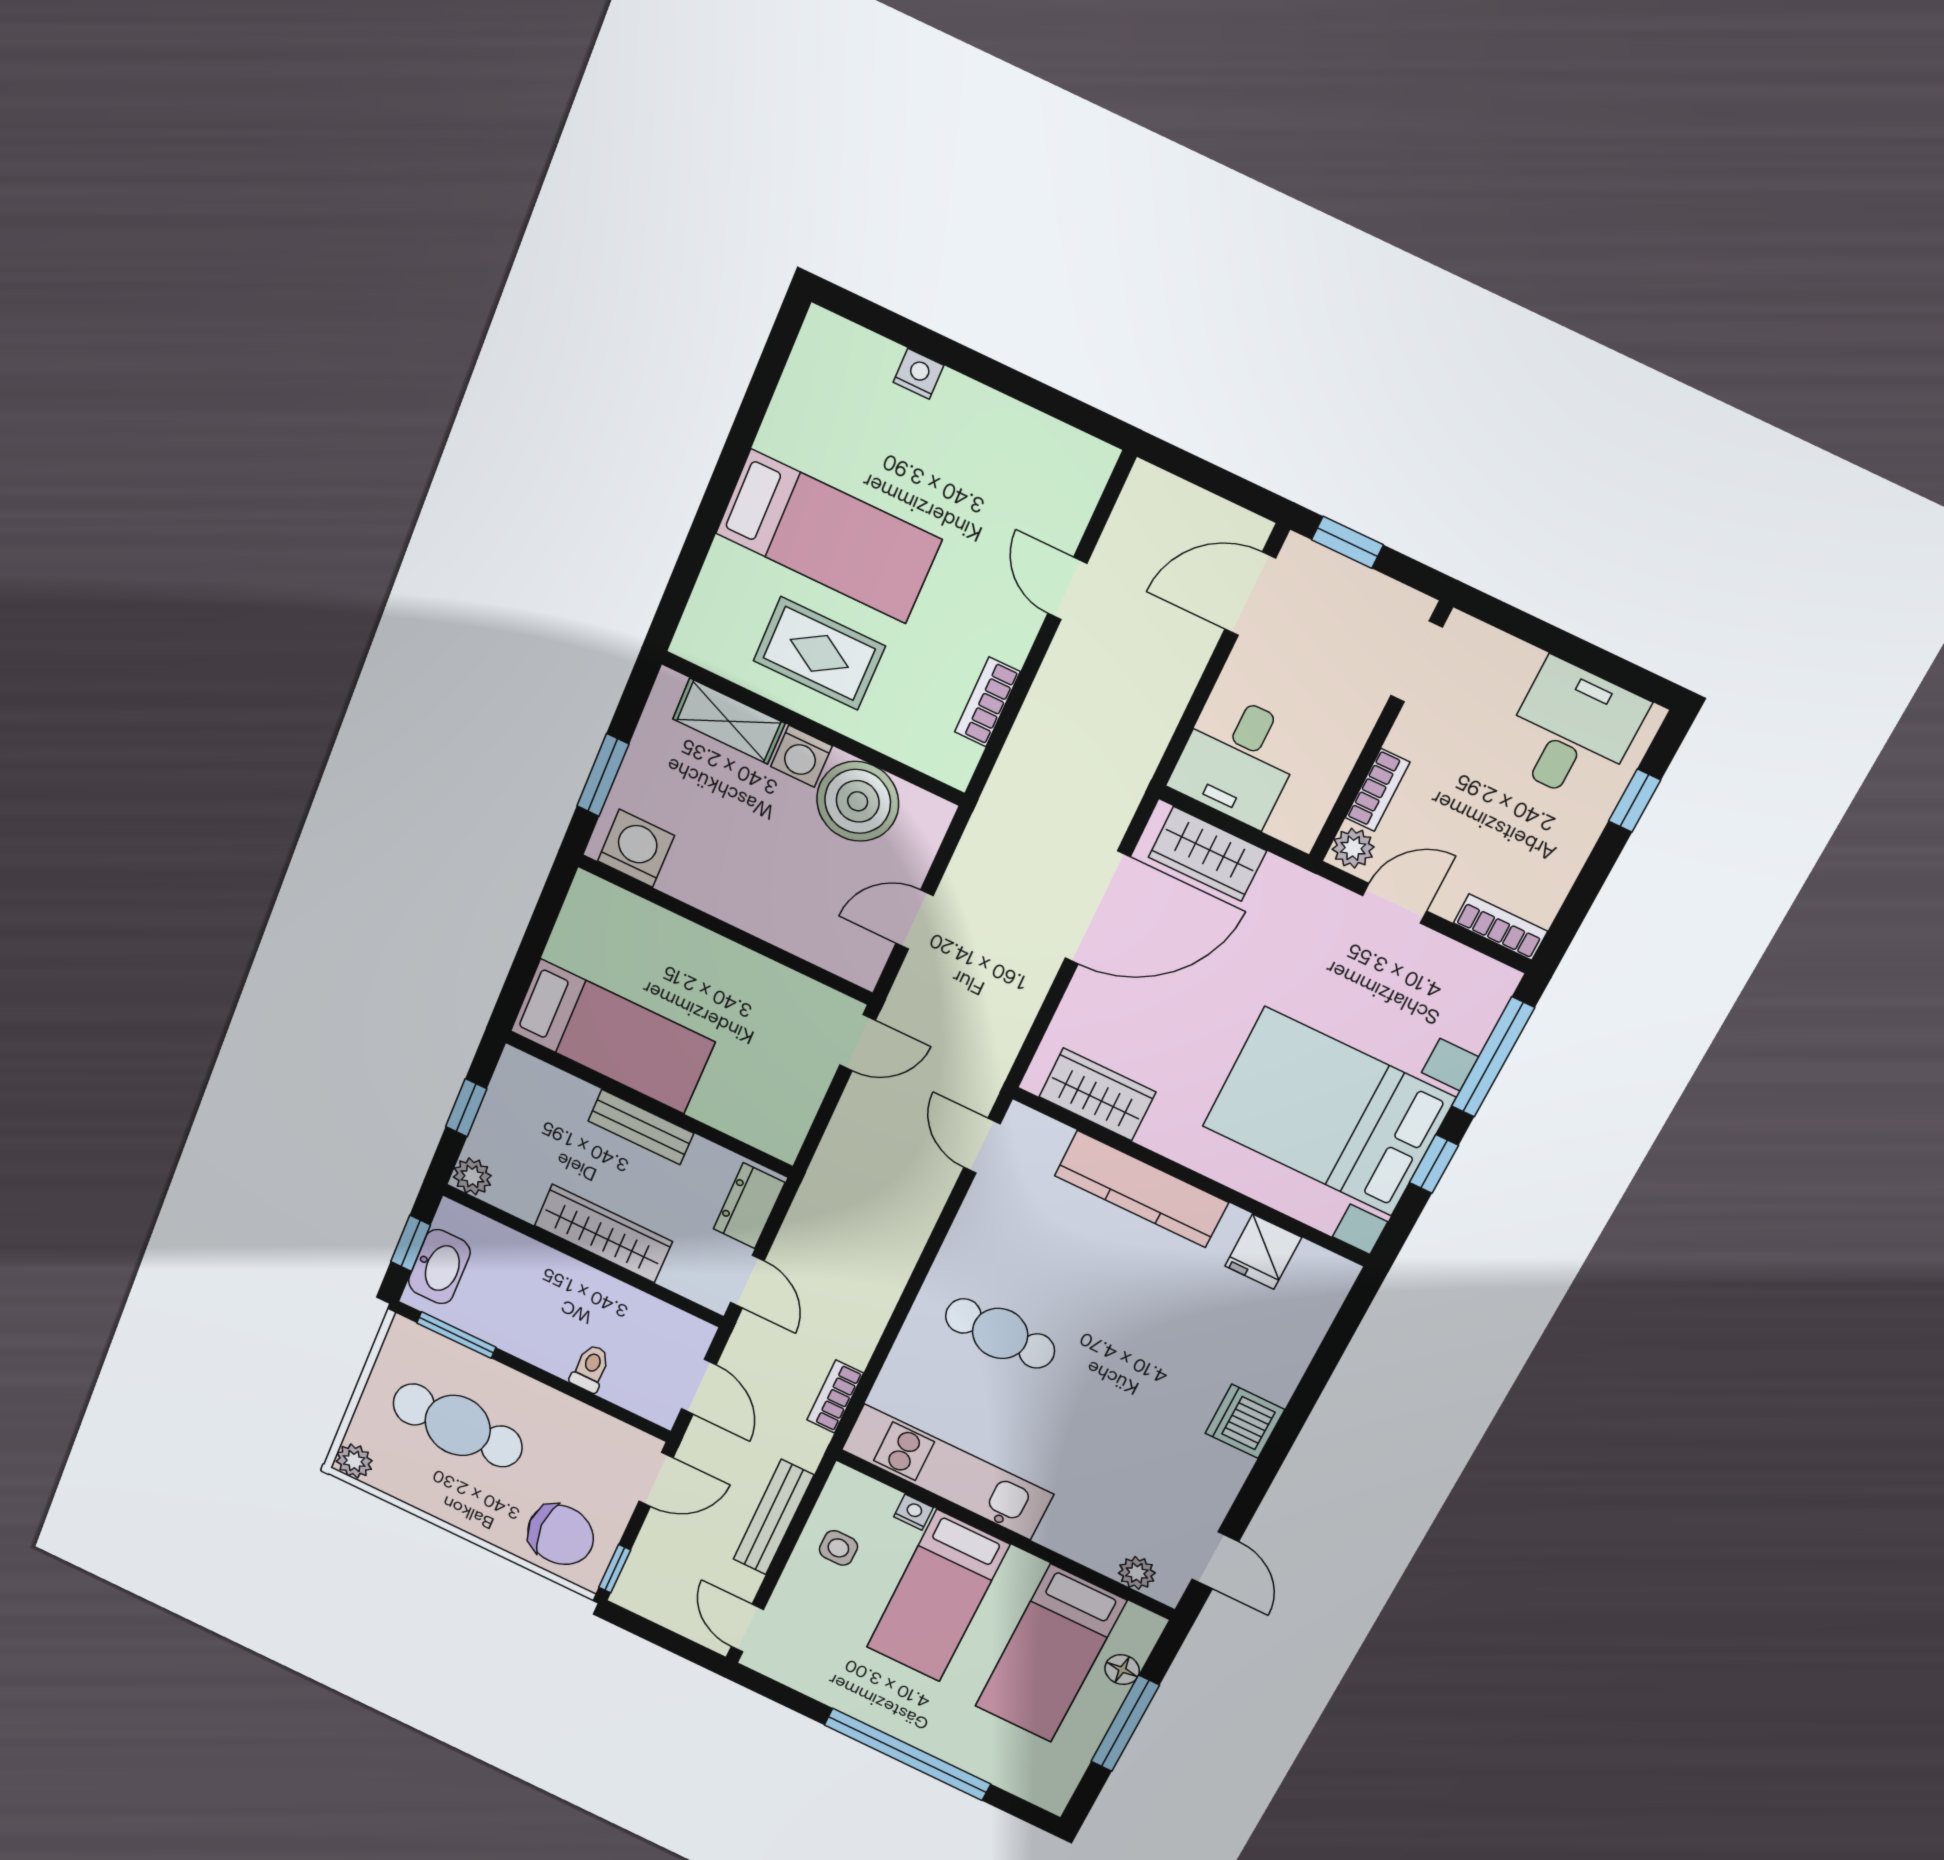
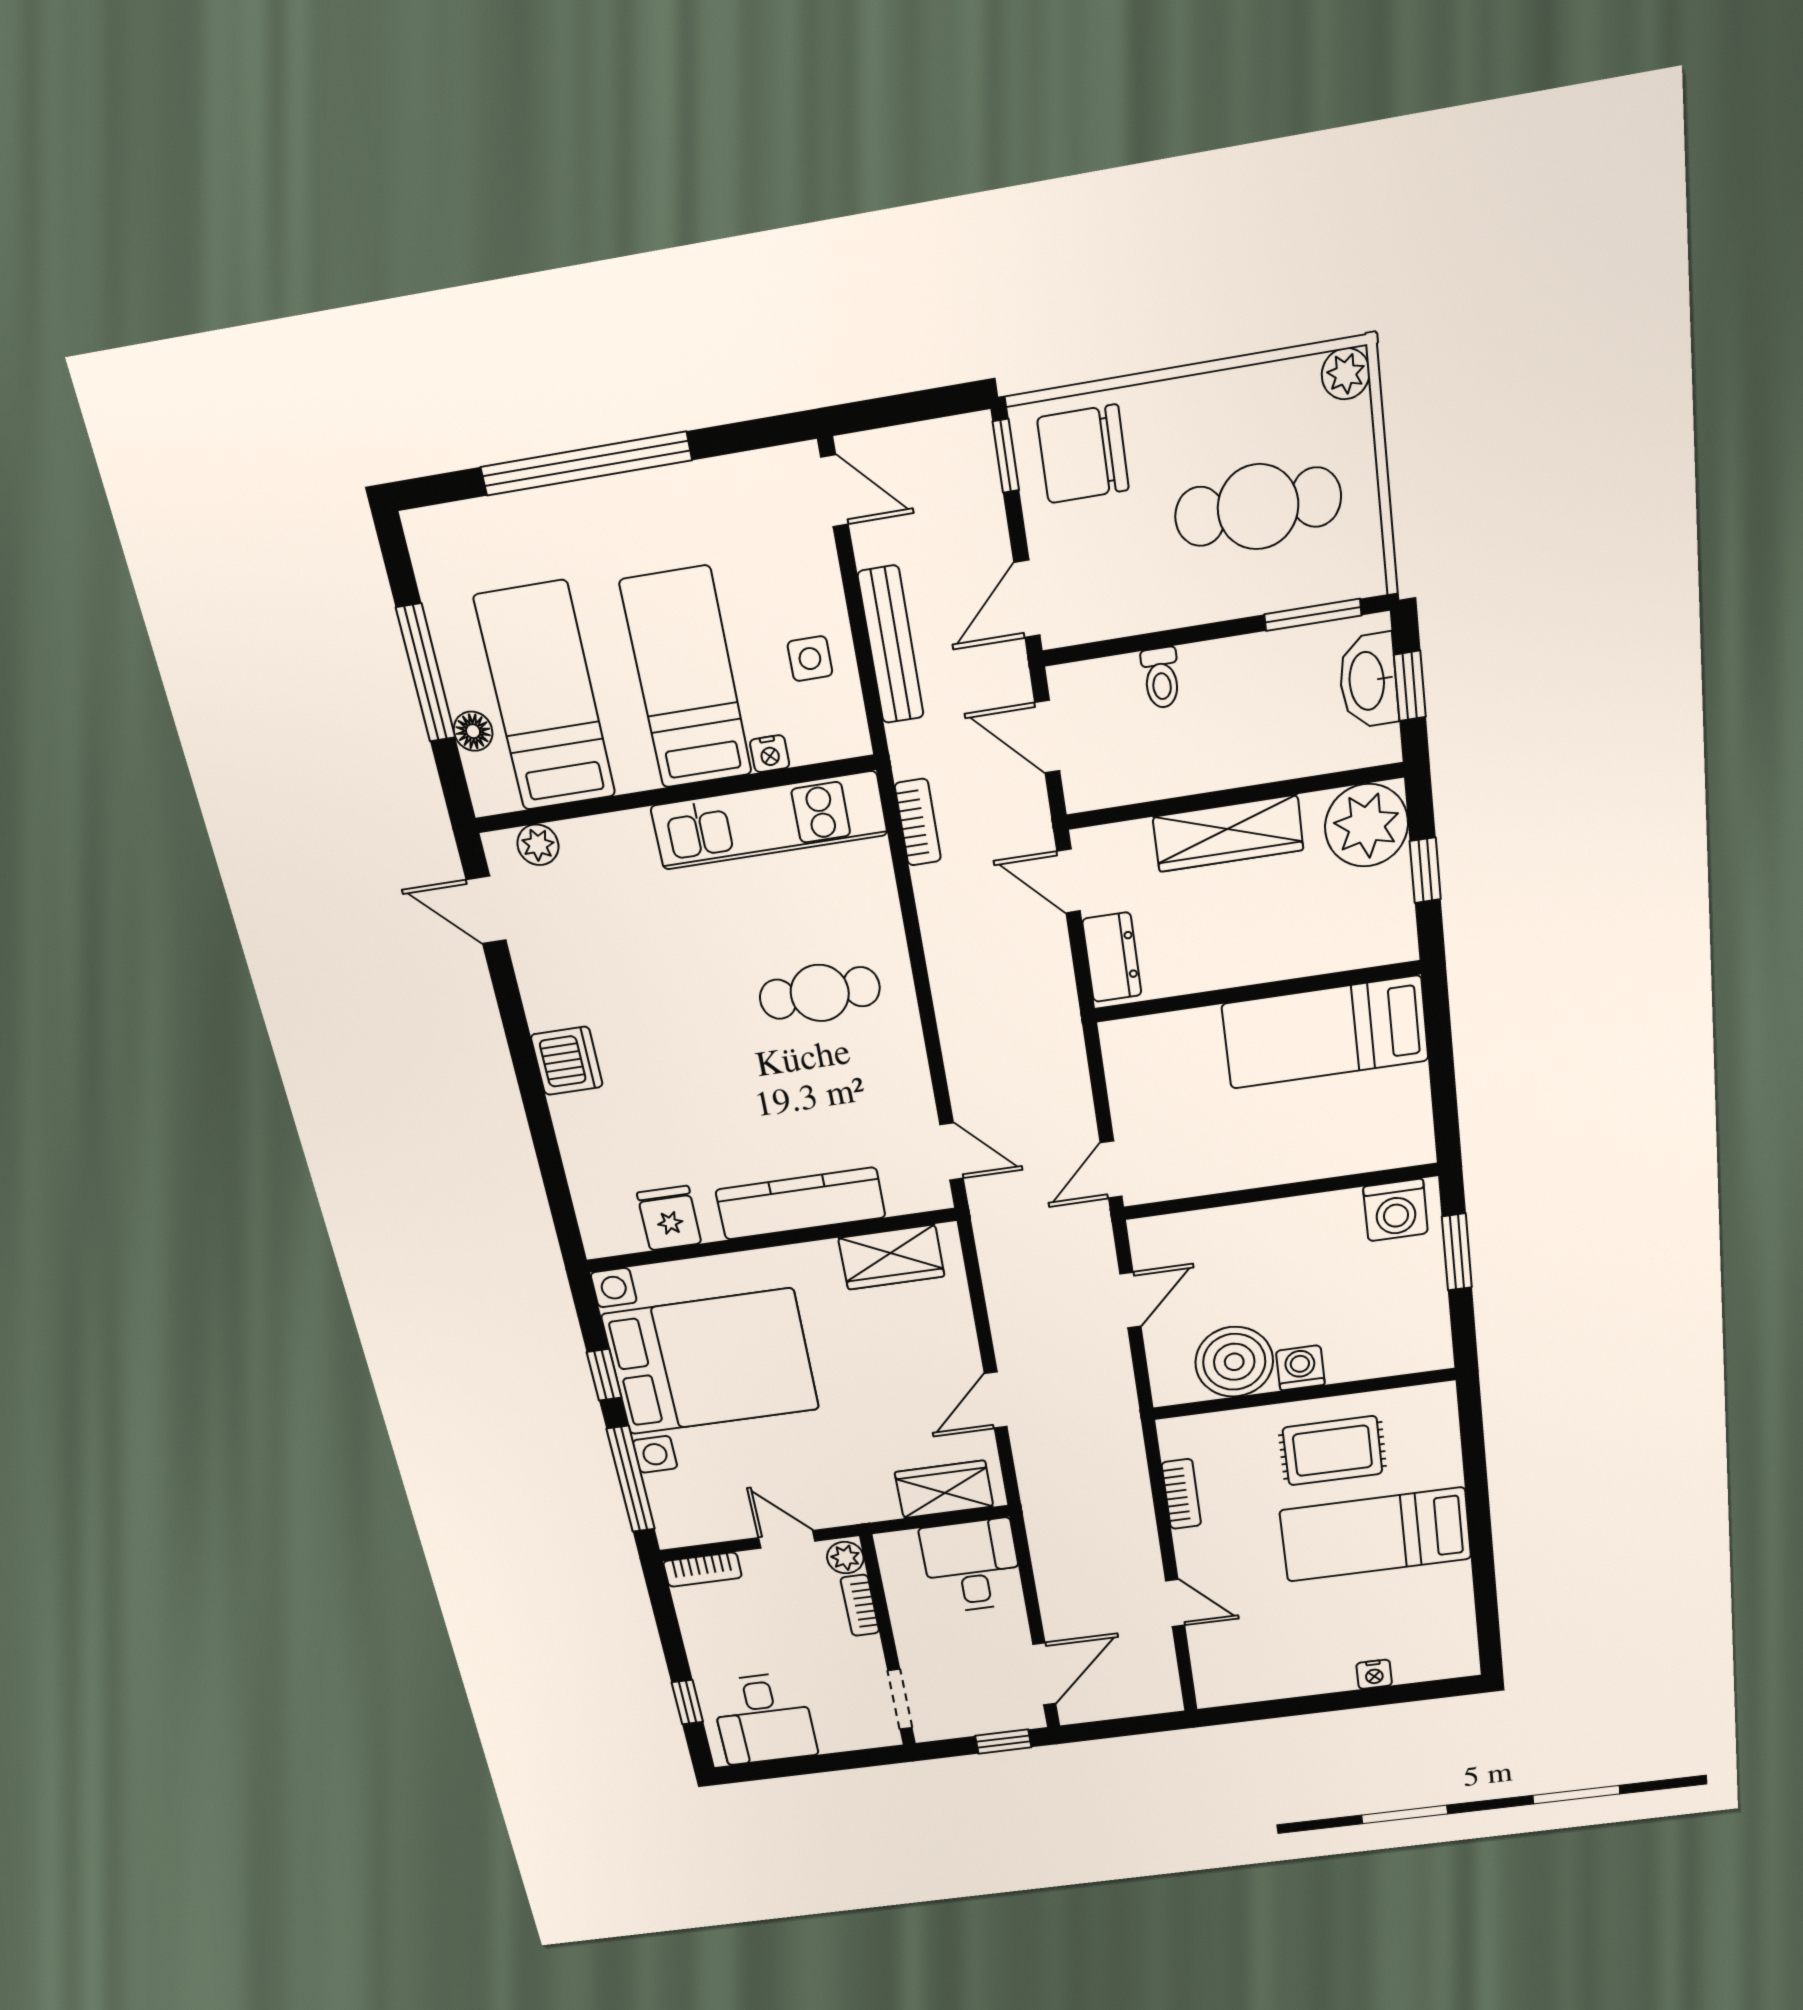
shelving: (729, 721) -> (1375, 1358), removed
door: (1395, 903) -> (787, 1539), swing flipped
door: (1098, 908) -> (996, 1400), width x0.53
bench: (641, 1127) -> (1252, 965), removed
plant: (472, 1176) -> (1366, 825), width x1.88, depth x1.88

